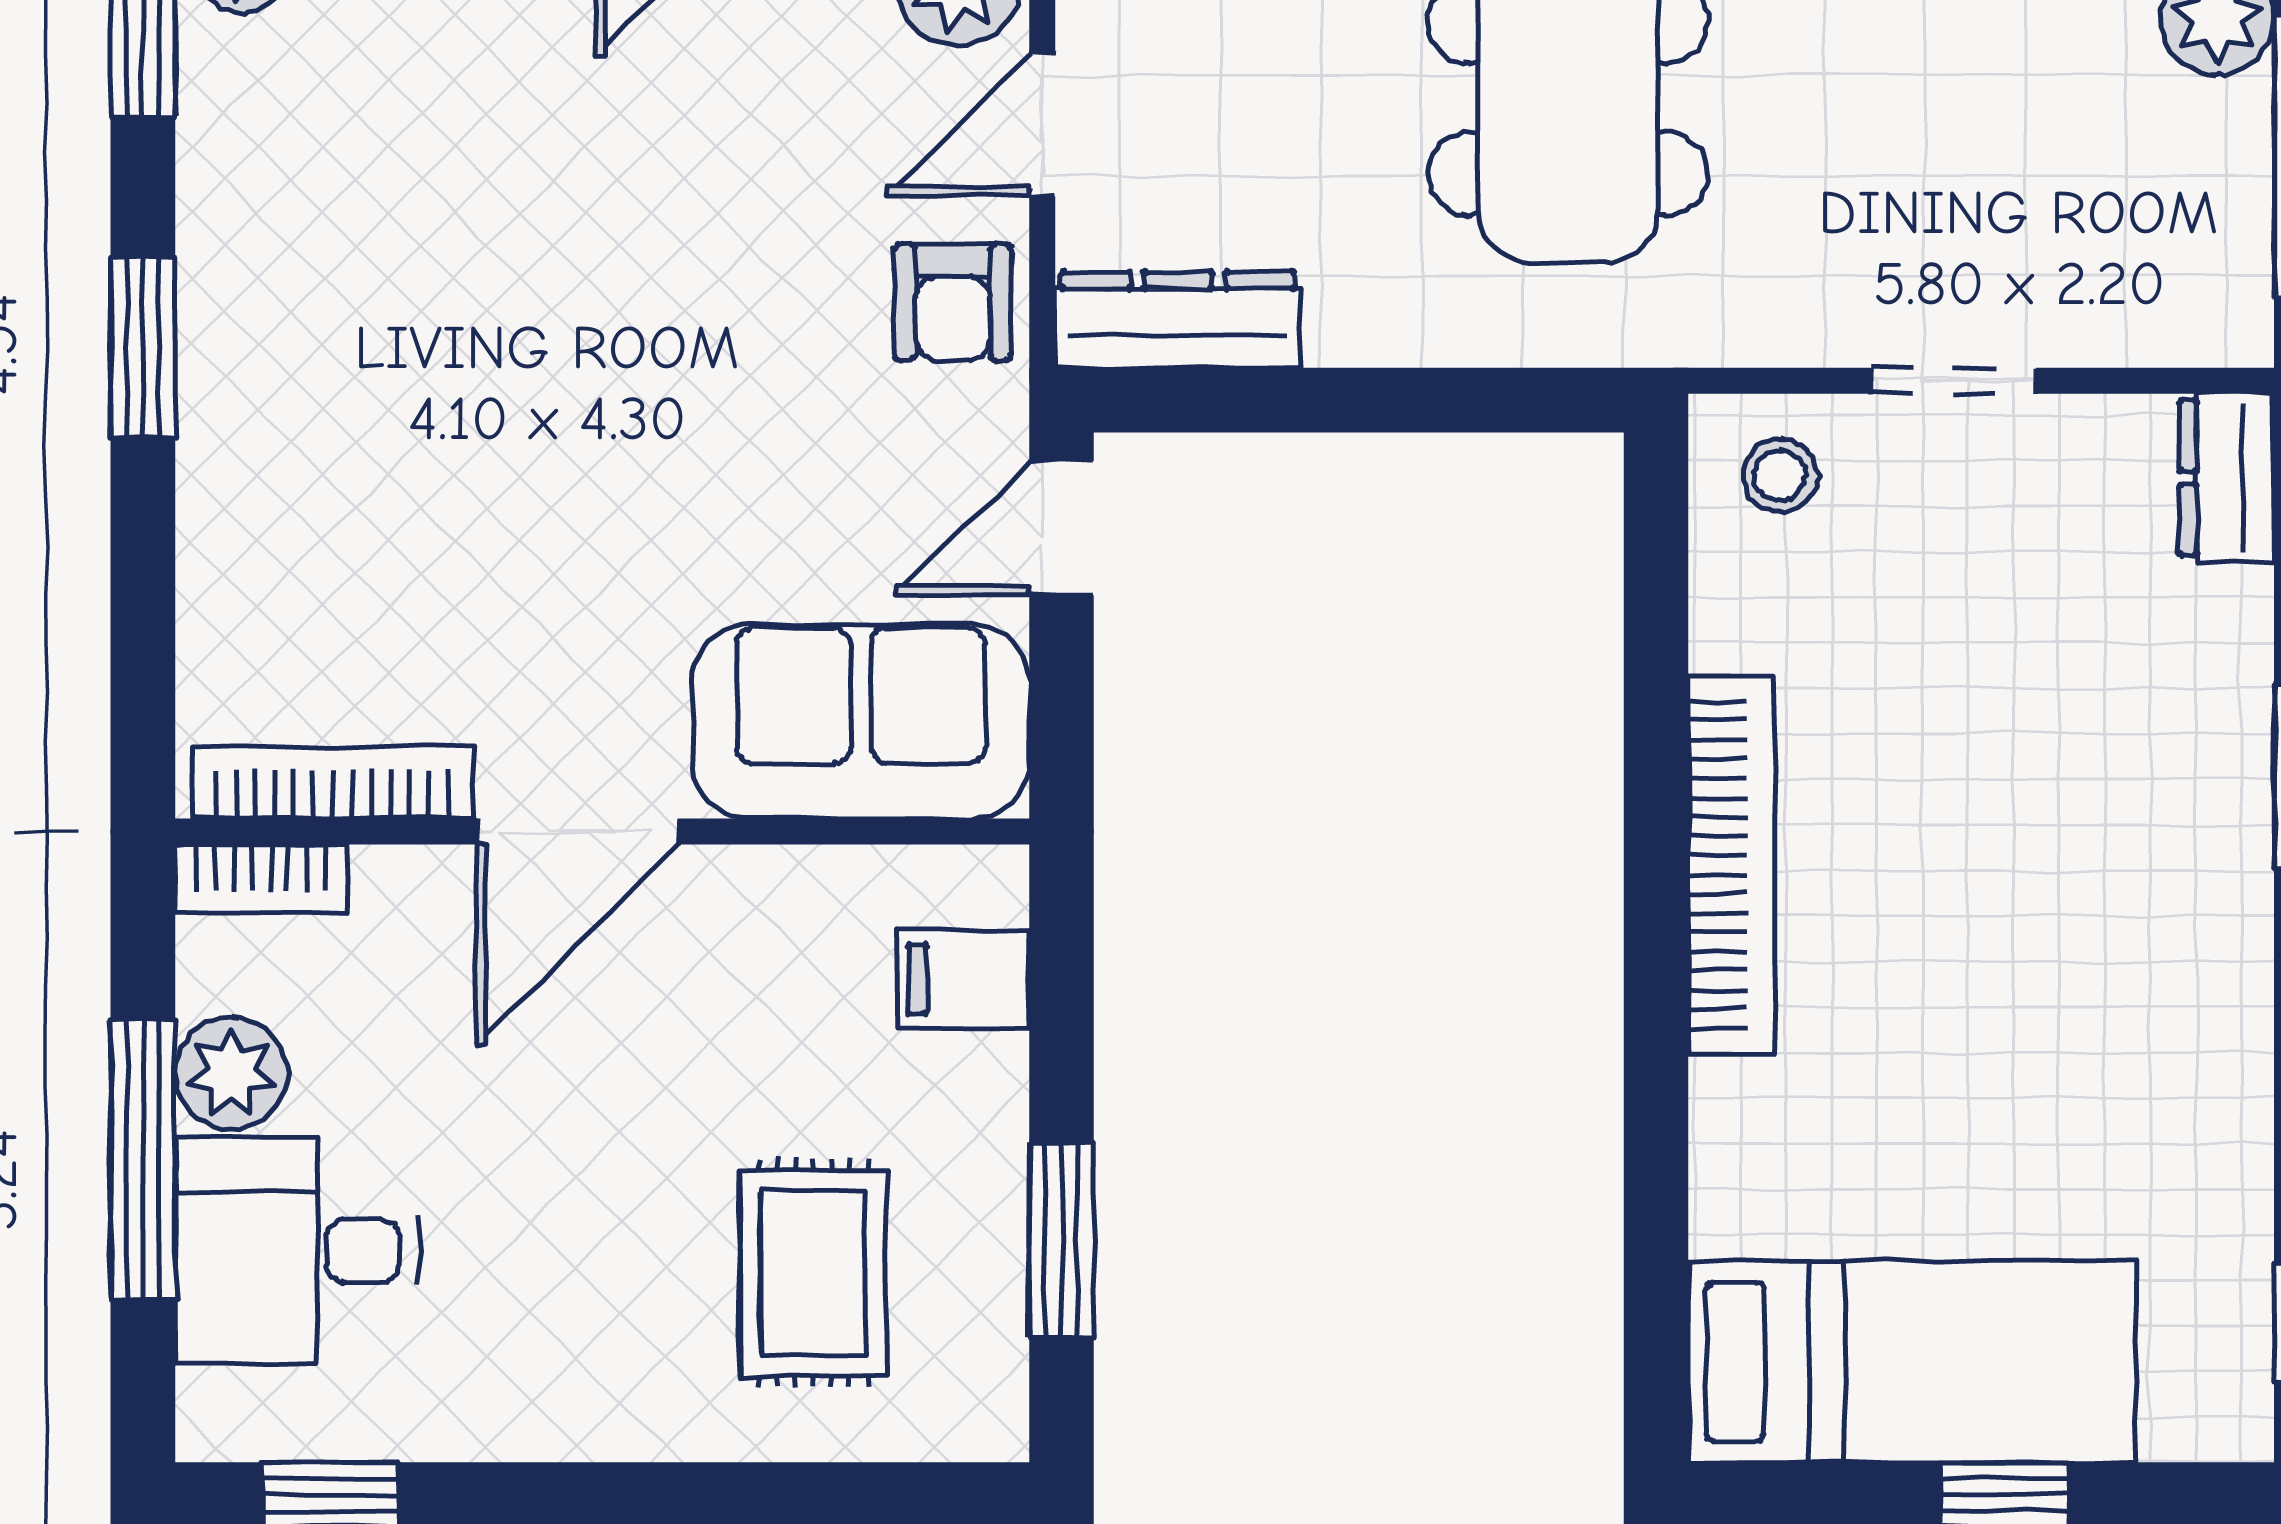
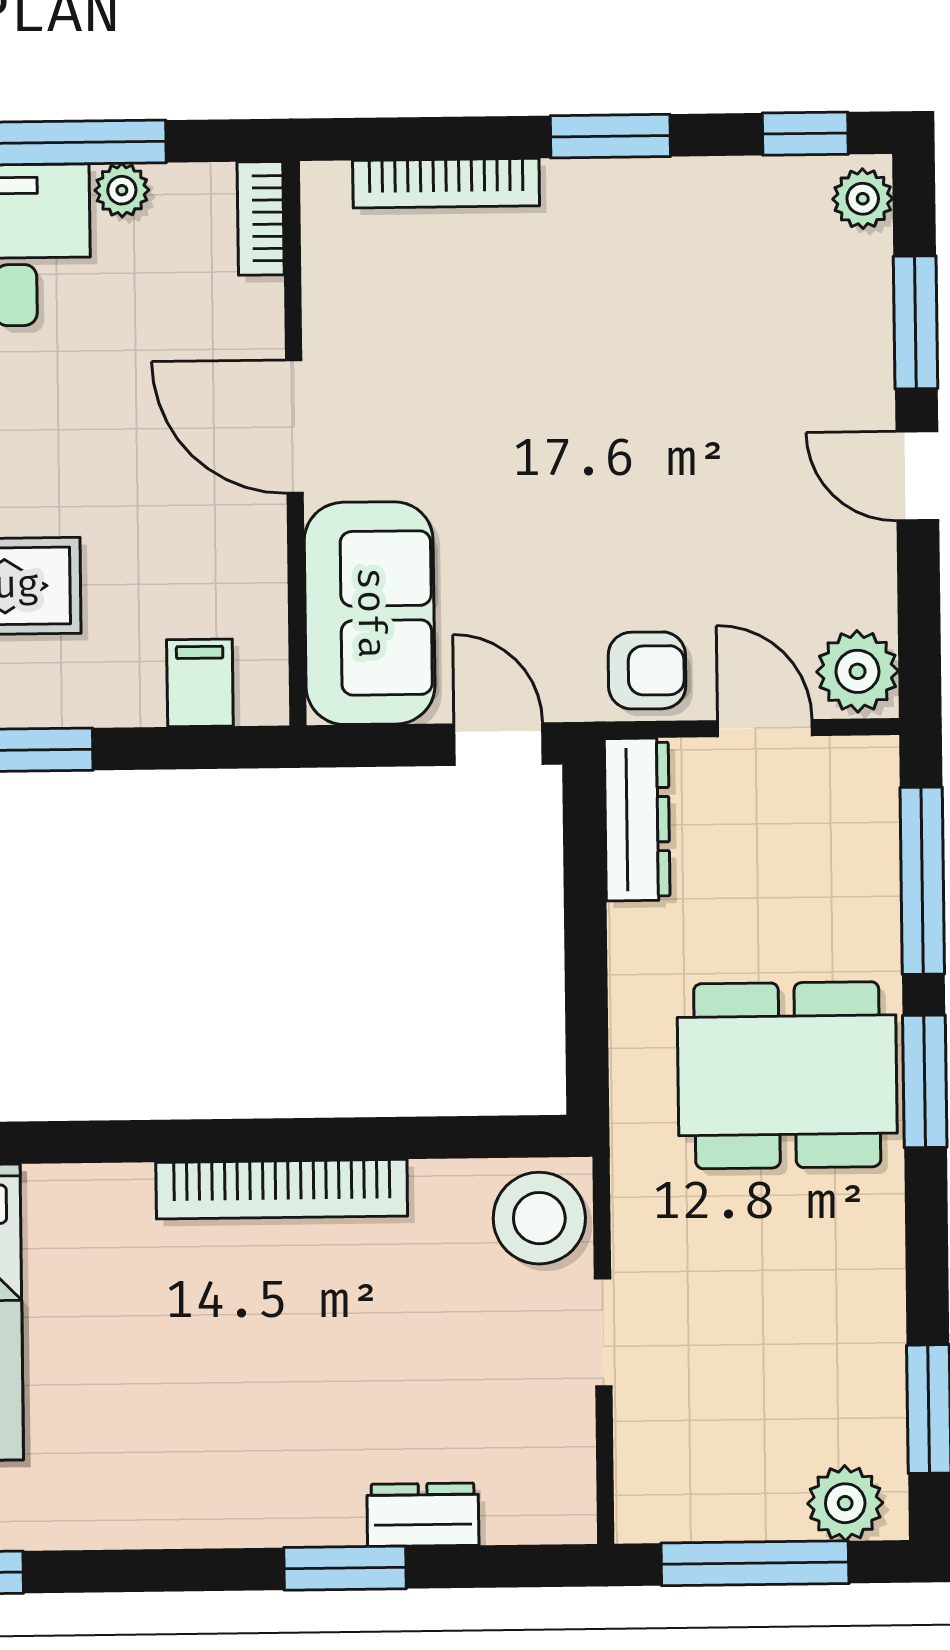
armchair: (953, 302) -> (647, 670), turned 180
stool: (1780, 475) -> (539, 1218), width x1.89, depth x1.89
dresser: (2227, 478) -> (423, 1515), moved
bookcase: (333, 783) -> (446, 183), moved, turned 90
plant: (231, 1073) -> (122, 190), width x0.73, depth x0.73

